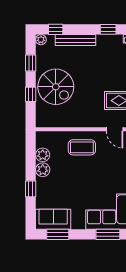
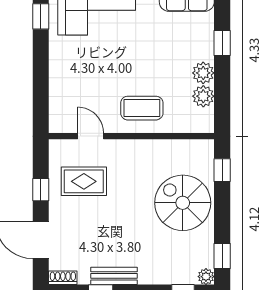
bench: (75, 40) -> (114, 276), moved, width x0.73
window: (31, 63) -> (222, 256), moved
window: (31, 94) -> (222, 170), moved

